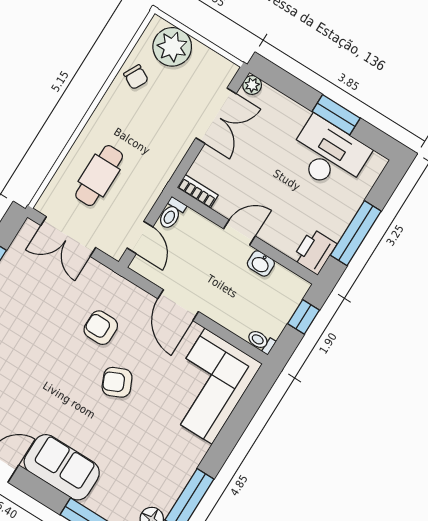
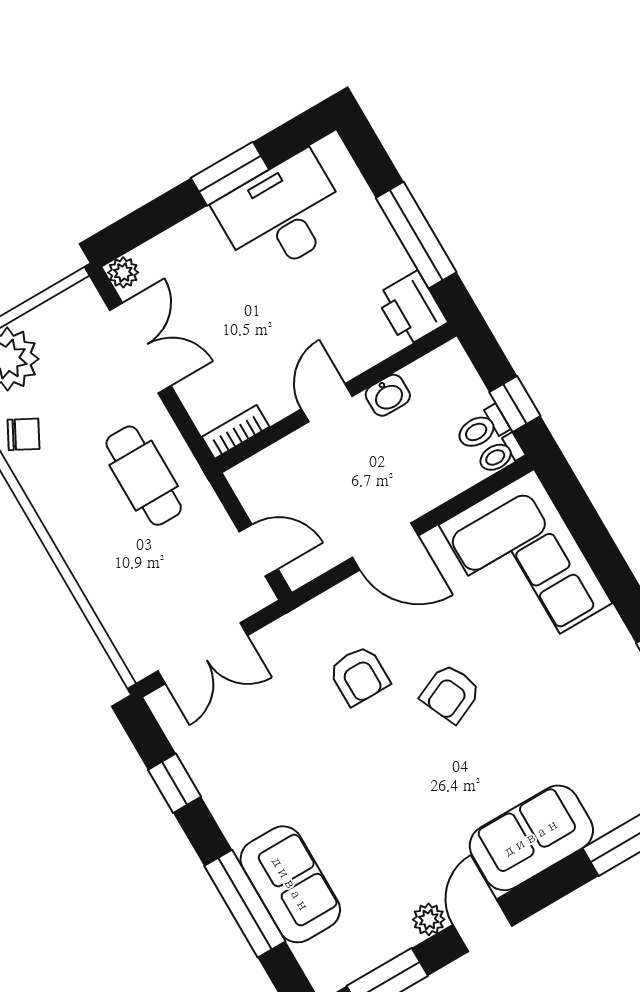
cafe table: (99, 176) -> (144, 476), moved
toilet: (172, 214) -> (482, 429), moved, turned 90
window: (303, 317) -> (515, 404), moved
armchair: (101, 328) -> (359, 675), turned -90

